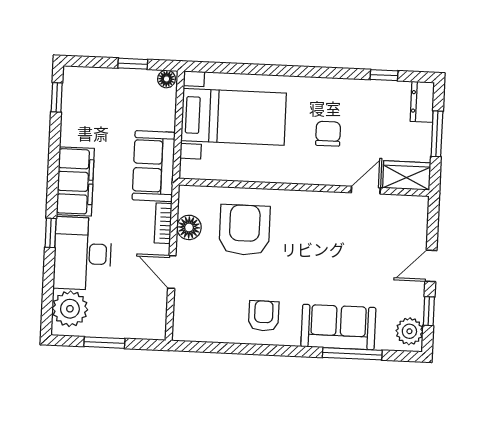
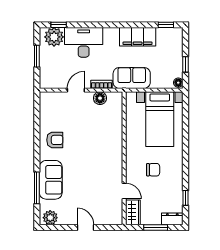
filing cabinet: (75, 181) -> (138, 37), moved
armchair: (244, 230) -> (100, 128), removed
window: (51, 233) -> (59, 25), moved
window: (429, 311) -> (61, 227), removed

